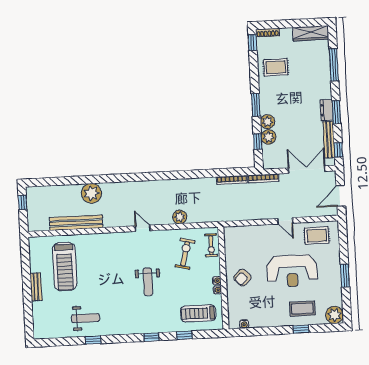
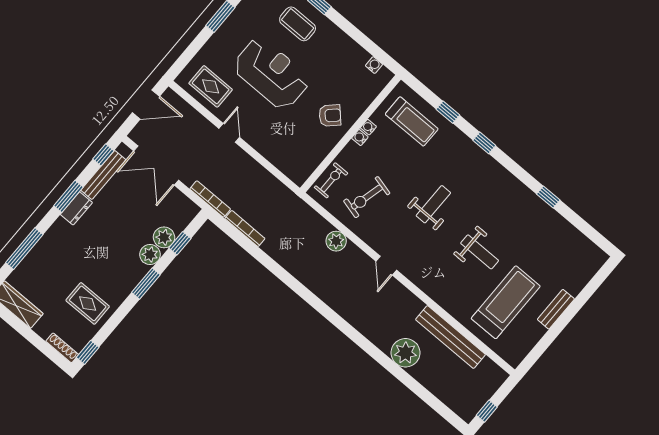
weight bench: (85, 318) -> (480, 252), moved, turned 180

